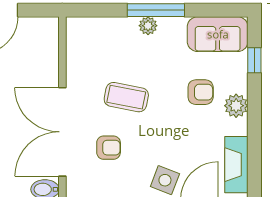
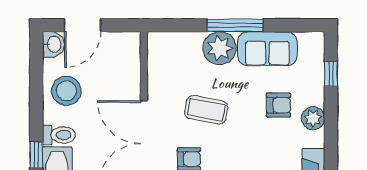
plant: (148, 26) -> (220, 48), width x1.88, depth x1.88
sofa: (218, 34) -> (267, 49), moved

